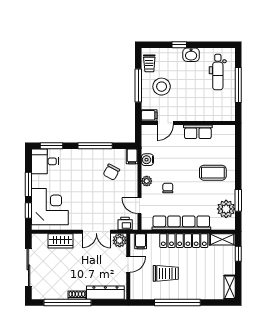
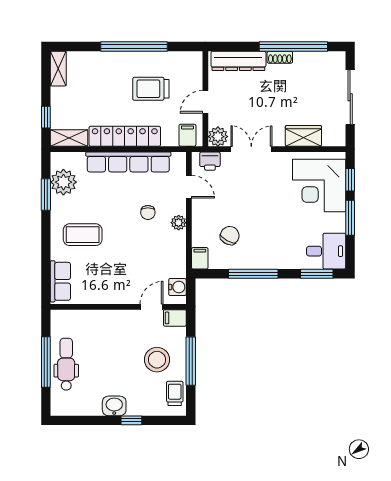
dental chair: (218, 72) -> (66, 364), moved
row of seats: (198, 132) -> (60, 281), moved, turned 90
water cooler: (147, 160) -> (177, 287), moved

